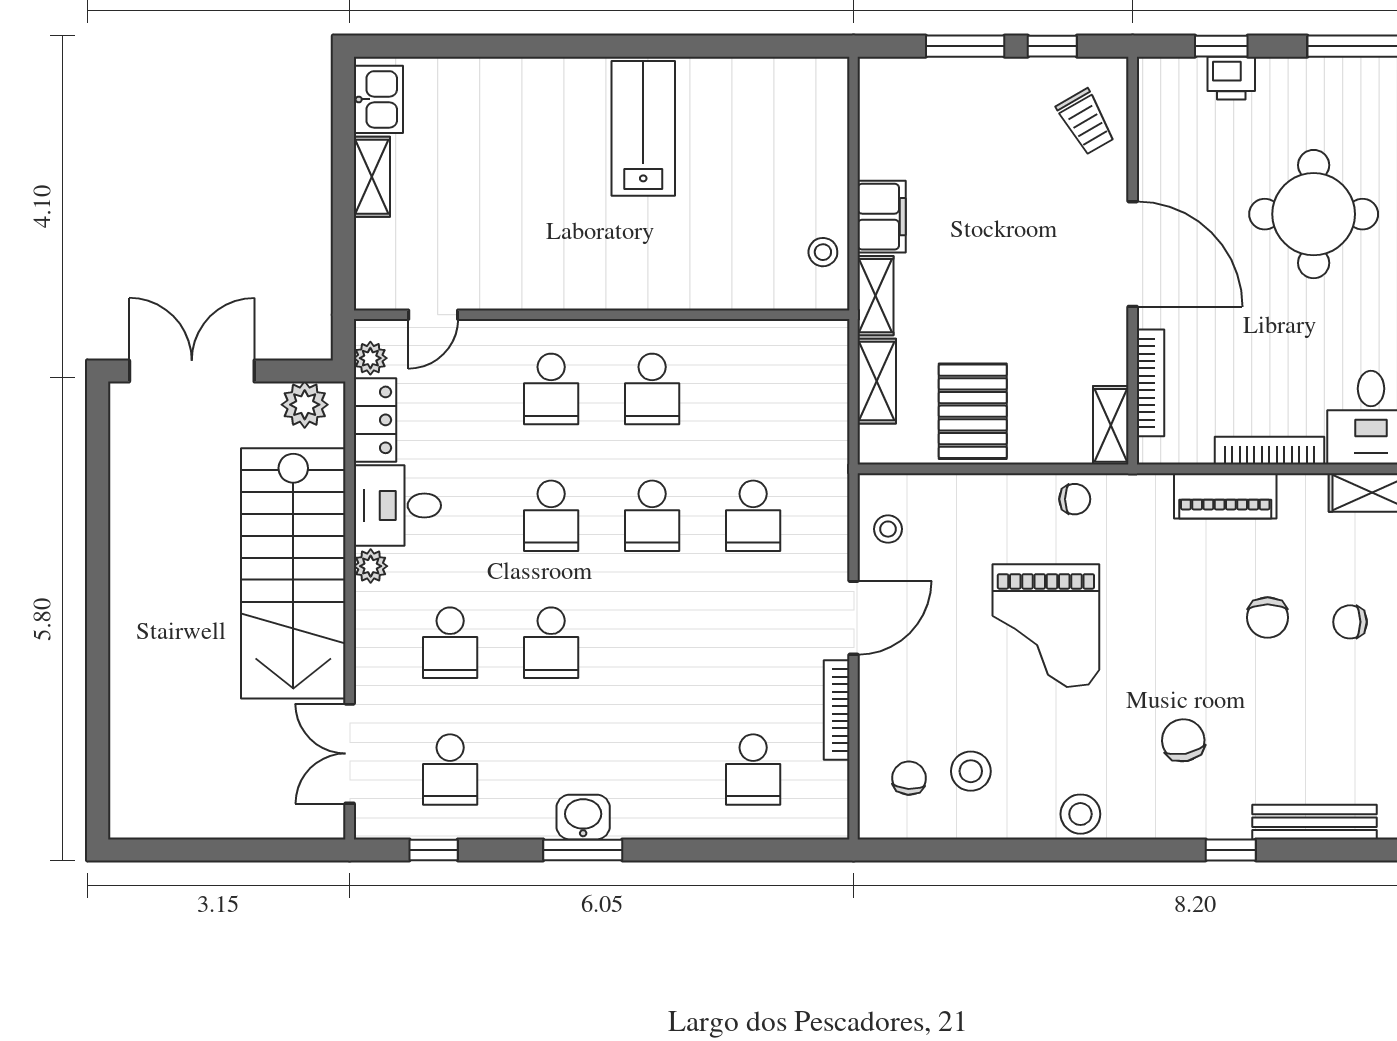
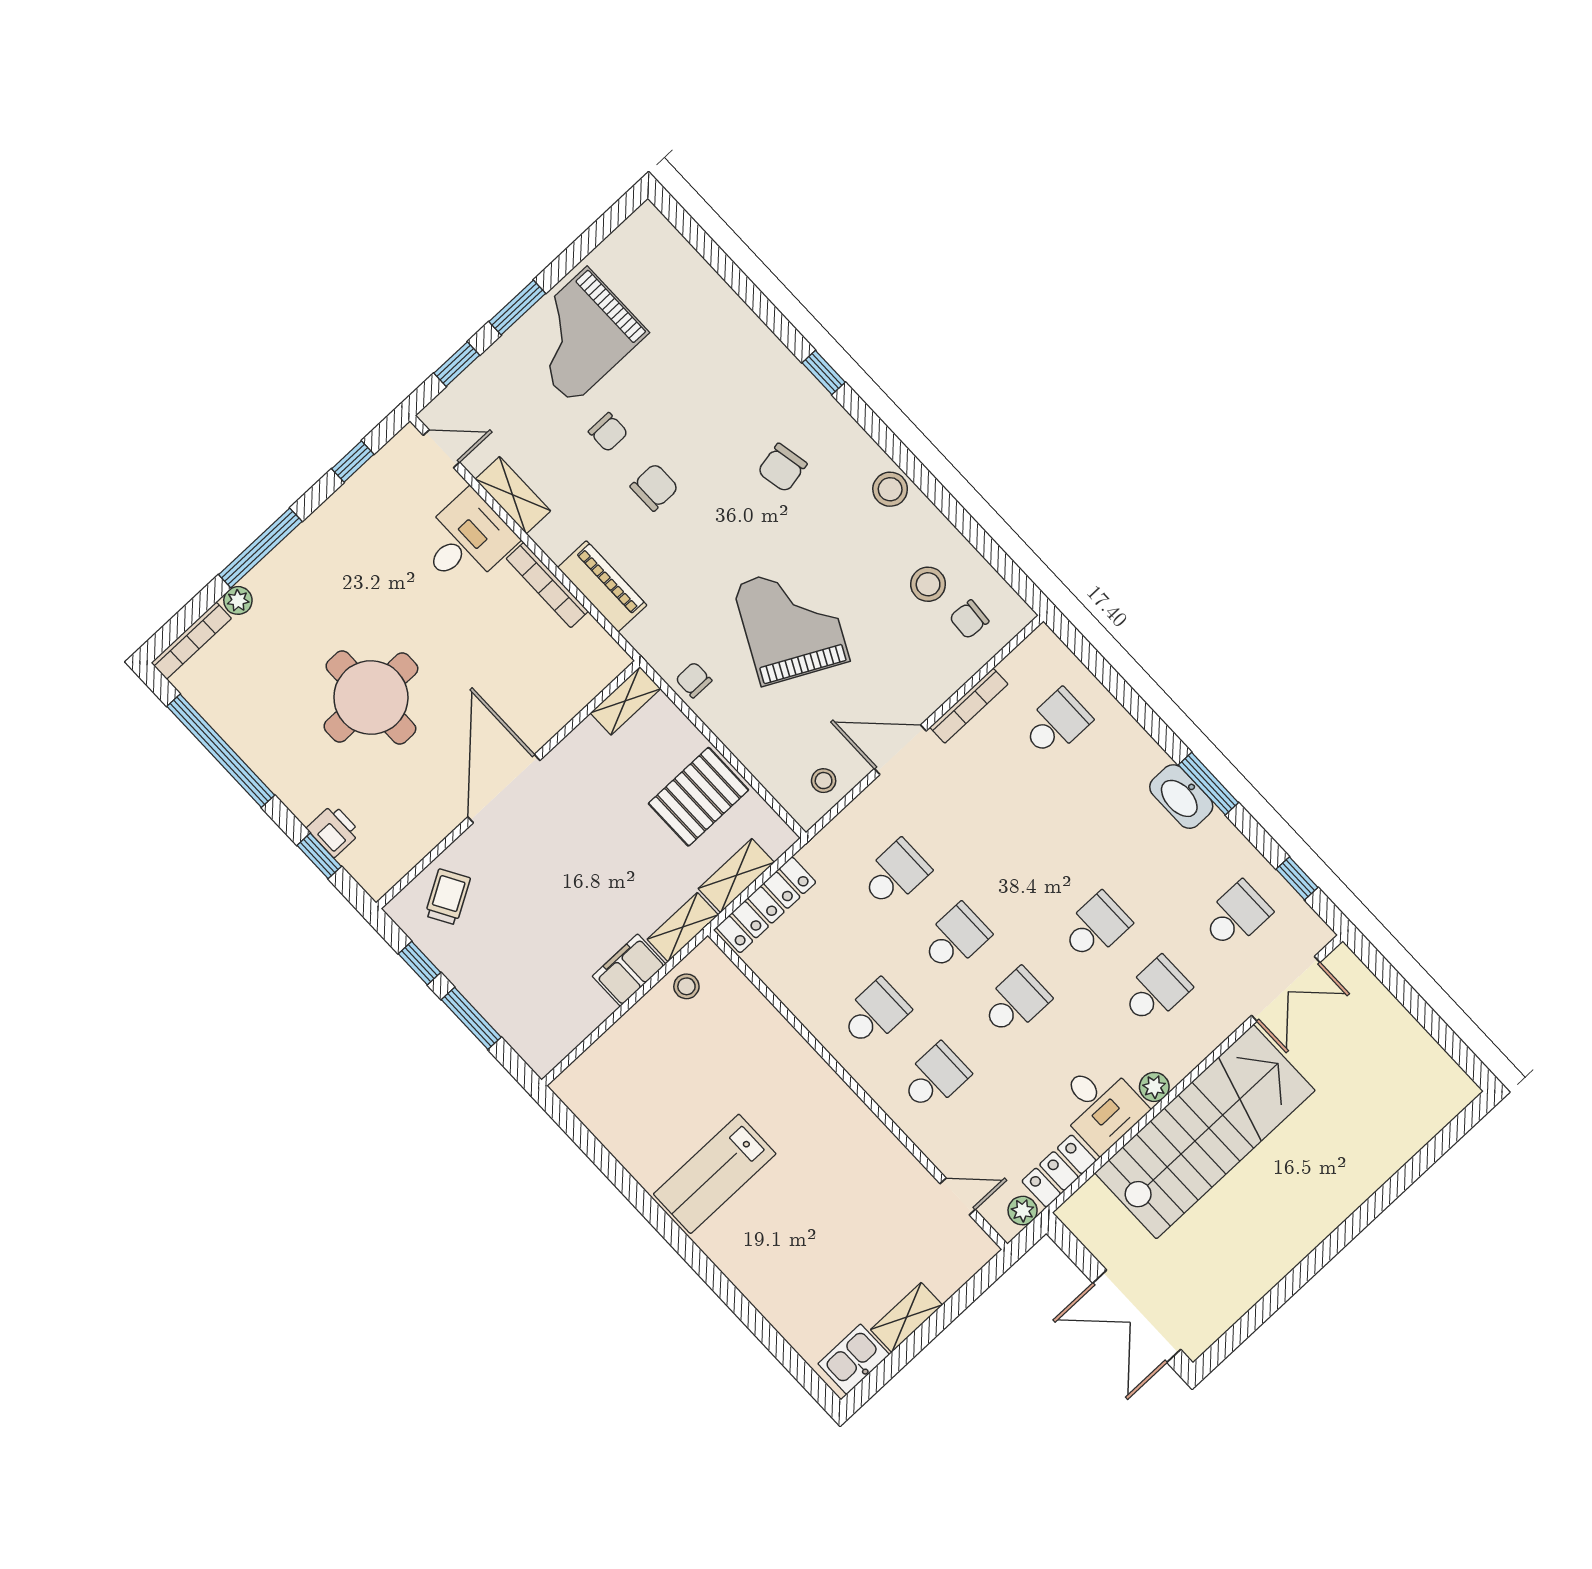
locker: (829, 383) -> (766, 905), added
bookcase: (1150, 383) -> (575, 701), removed
plant: (305, 405) -> (1091, 1225), removed
grand piano: (1046, 626) -> (791, 623), turned -63
washbasin: (583, 817) -> (1181, 797), width x1.38
bench: (1315, 822) -> (756, 336), removed

